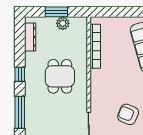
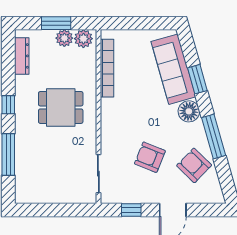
plant: (77, 24) -> (83, 39), added
dining table: (60, 76) -> (61, 107), turned 90

